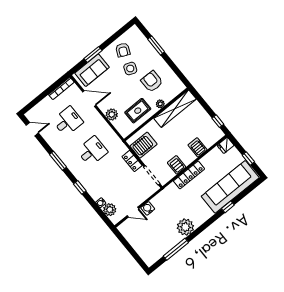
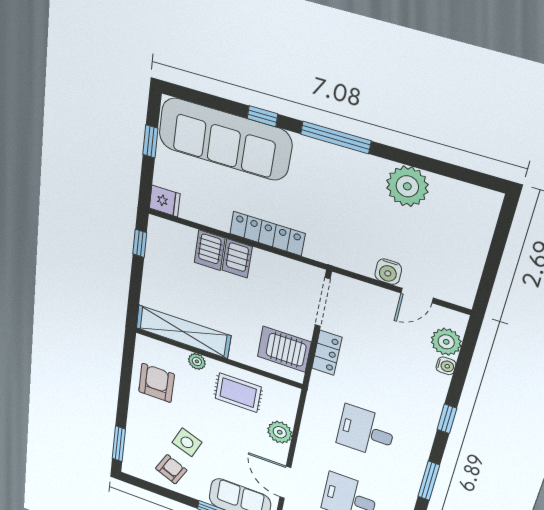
window: (156, 46) -> (119, 444), moved
armchair: (152, 81) -> (156, 383), moved, turned 180
server rack: (177, 165) -> (237, 258), moved
door: (133, 212) -> (417, 295), swing flipped
plant: (185, 227) -> (407, 186), moved
window: (176, 249) -> (336, 137), moved

